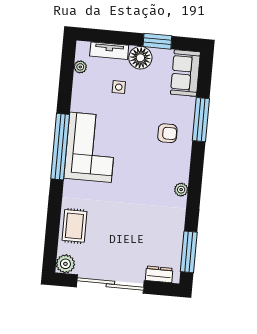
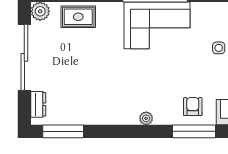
armchair: (167, 133) -> (193, 107), moved, turned 180
plant: (181, 190) -> (146, 118), moved

